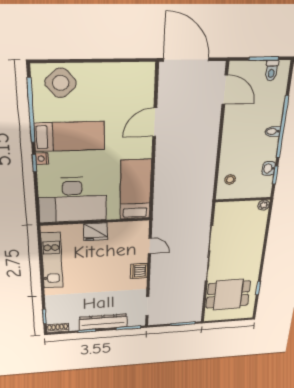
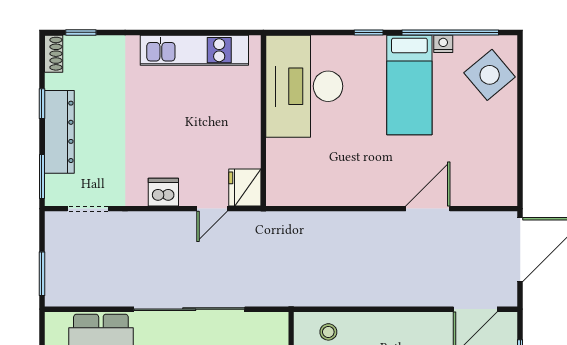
door: (155, 122) -> (428, 209), hinge flipped
nightstand: (42, 159) -> (443, 44), moved
bed: (136, 190) -> (317, 183), removed
fridge: (95, 232) -> (245, 188), moved

